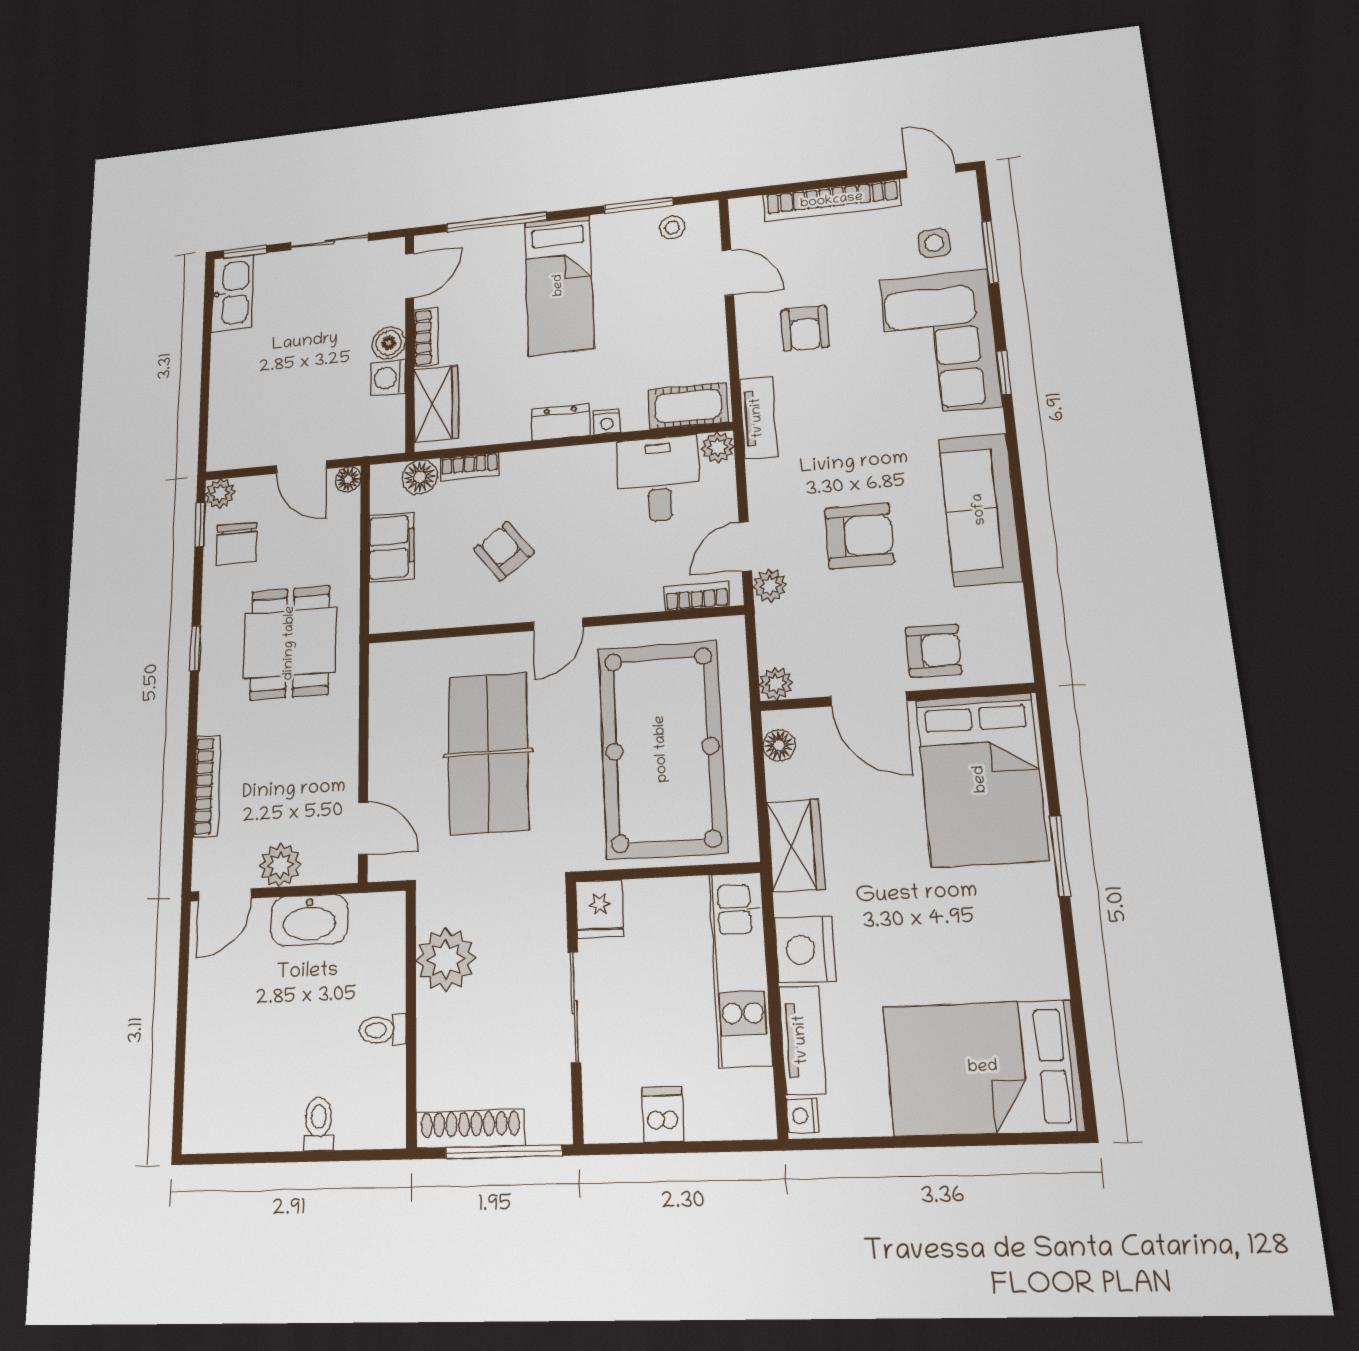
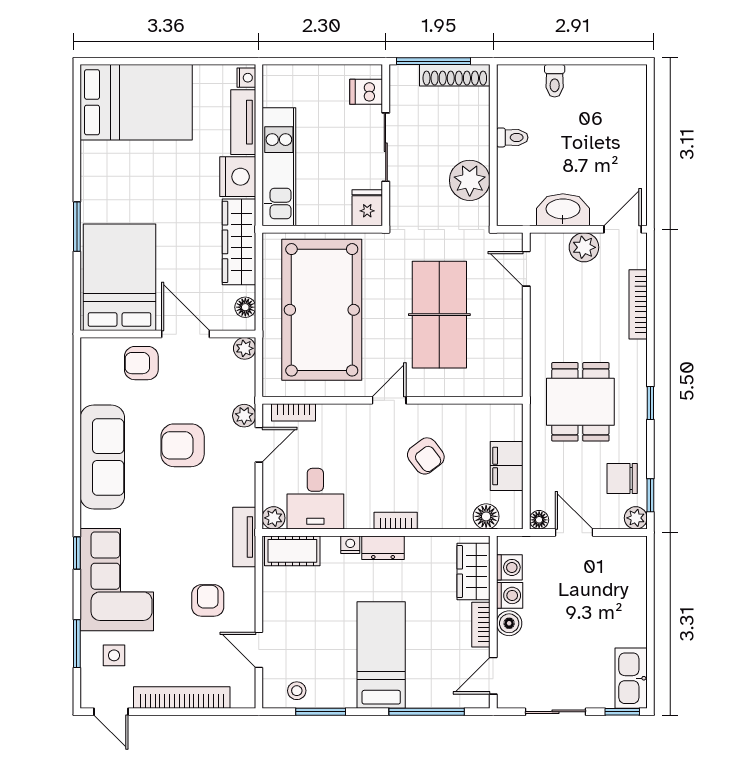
washing machine: (388, 414) -> (509, 567), added
bookcase: (470, 467) -> (396, 521), moved
chair: (236, 544) -> (622, 478), turned -90
wardrobe: (796, 845) -> (239, 242), width x1.50
dishwasher: (663, 1114) -> (366, 92), moved, turned 90

